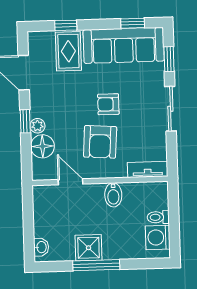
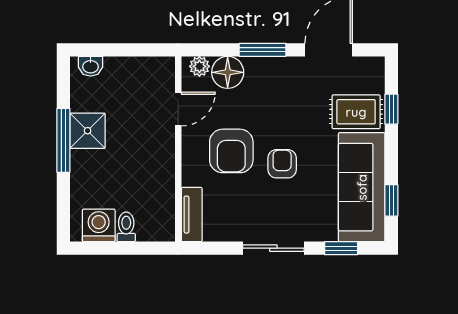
window: (25, 121) -> (263, 50), width x1.50
plant: (37, 126) -> (199, 66), moved
armchair: (100, 142) -> (231, 151), turned -94
bidet: (113, 195) -> (158, 167), removed

